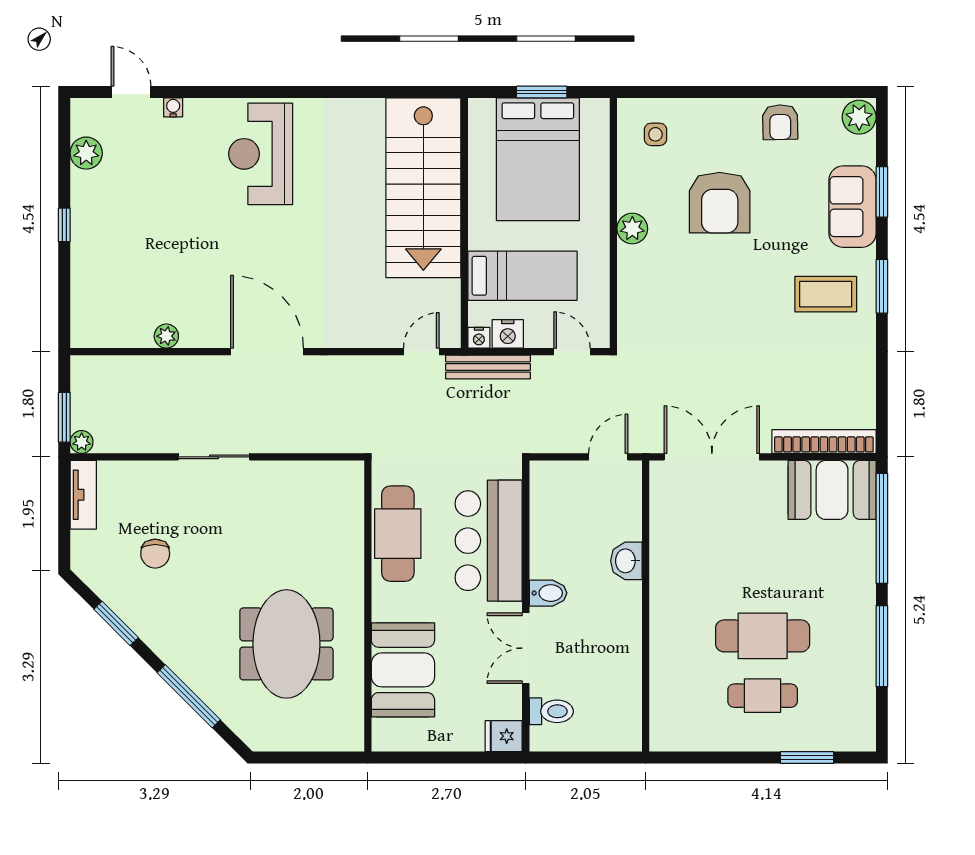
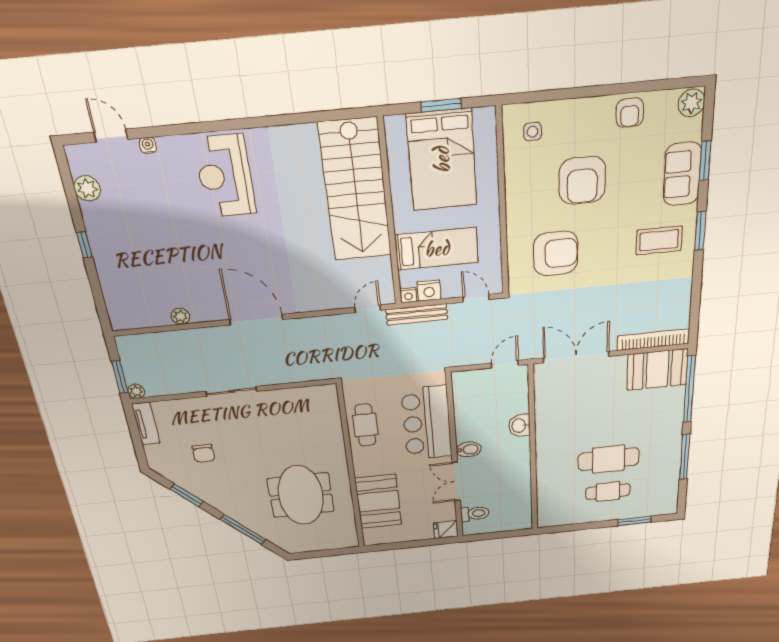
plant: (632, 229) -> (517, 206), removed
armchair: (684, 299) -> (556, 254), added
cafe table: (398, 534) -> (365, 425), width x0.73, depth x0.74

